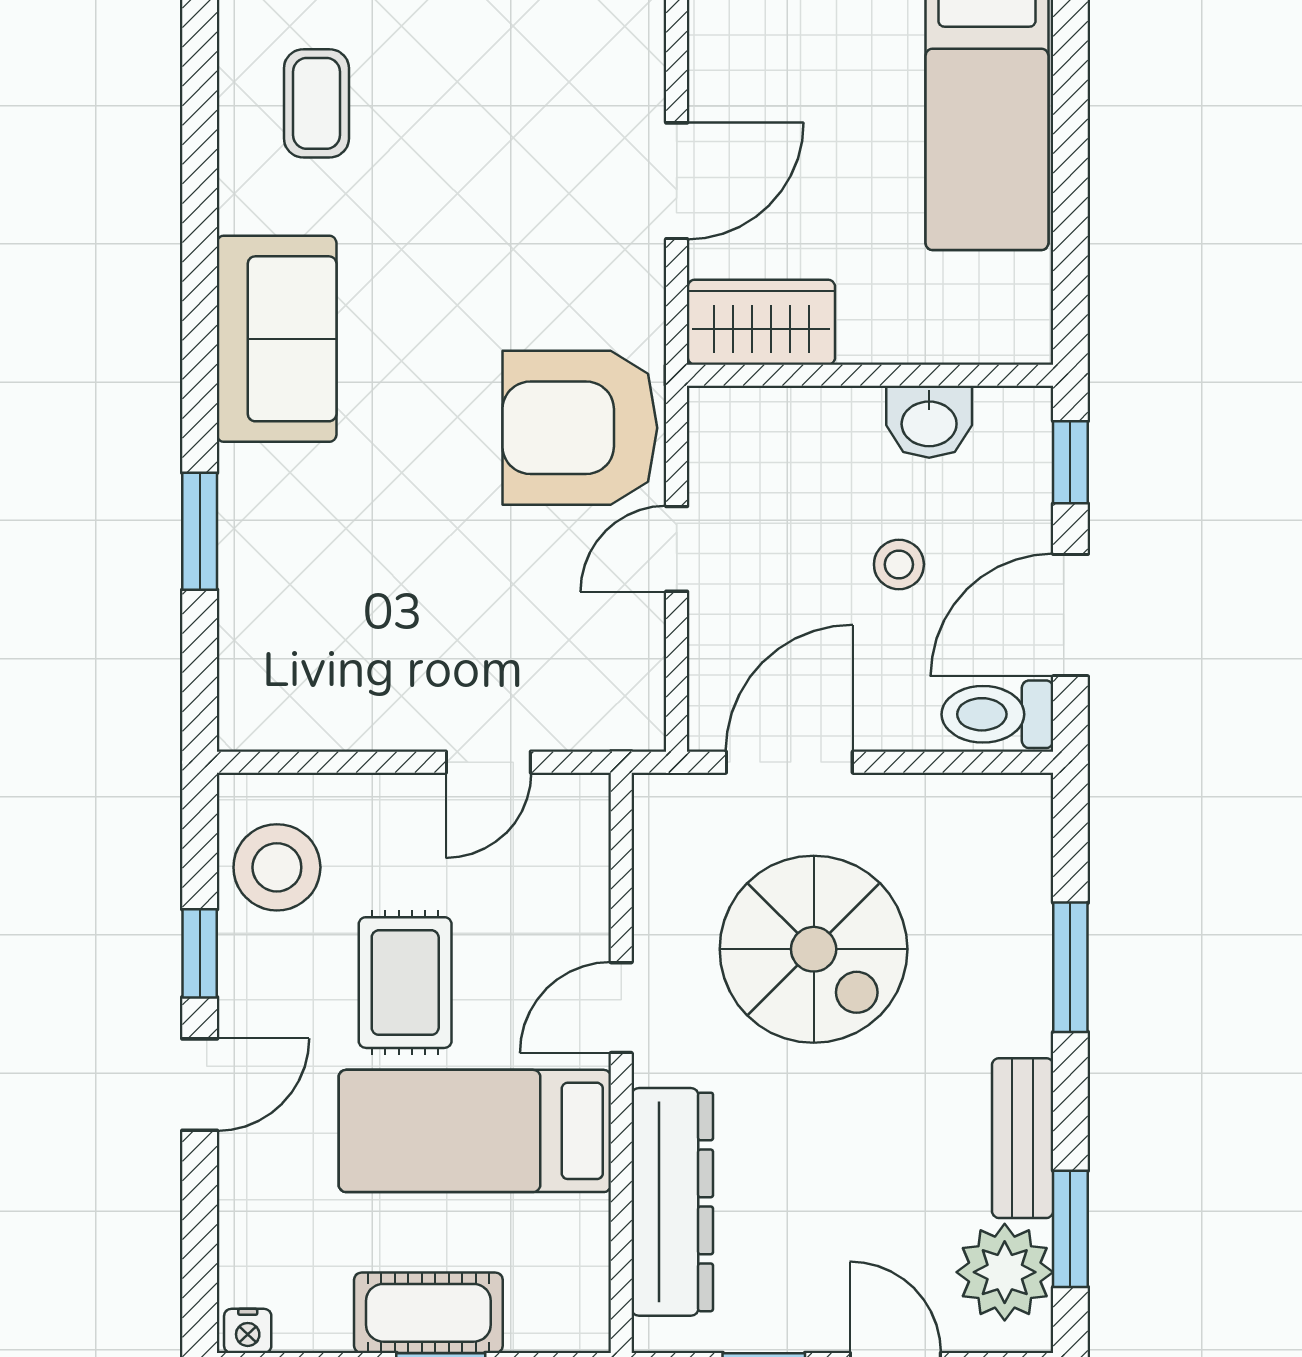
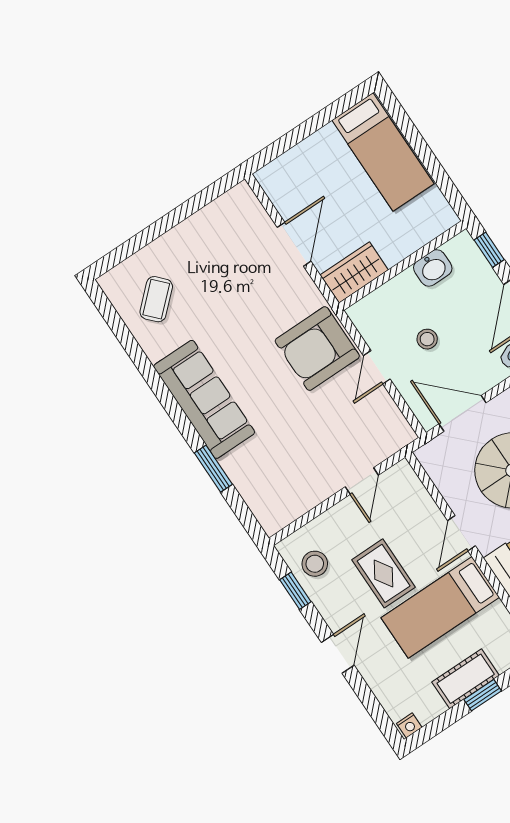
coffee table: (316, 103) -> (156, 299), turned 47
sofa: (277, 339) -> (204, 399), width x1.36
stool: (899, 564) -> (427, 339), moved
door: (789, 762) -> (463, 413), hinge flipped
stool: (277, 867) -> (315, 564), width x0.73, depth x0.73
window: (200, 953) -> (295, 591), moved

